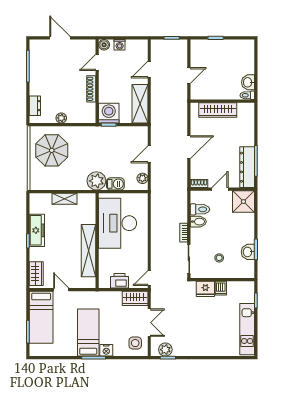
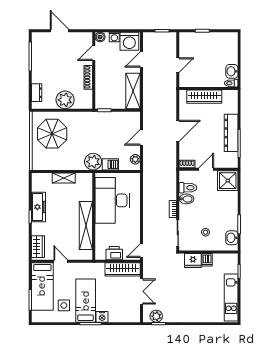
washing machine: (109, 113) -> (129, 41), moved, turned 180
plant: (61, 118) -> (65, 100), width x1.88, depth x1.88
dresser: (247, 167) -> (231, 133), moved
washbasin: (248, 252) -> (232, 238), moved
wardrobe: (135, 298) -> (123, 269), width x1.50
side table: (135, 343) -> (64, 305), moved

